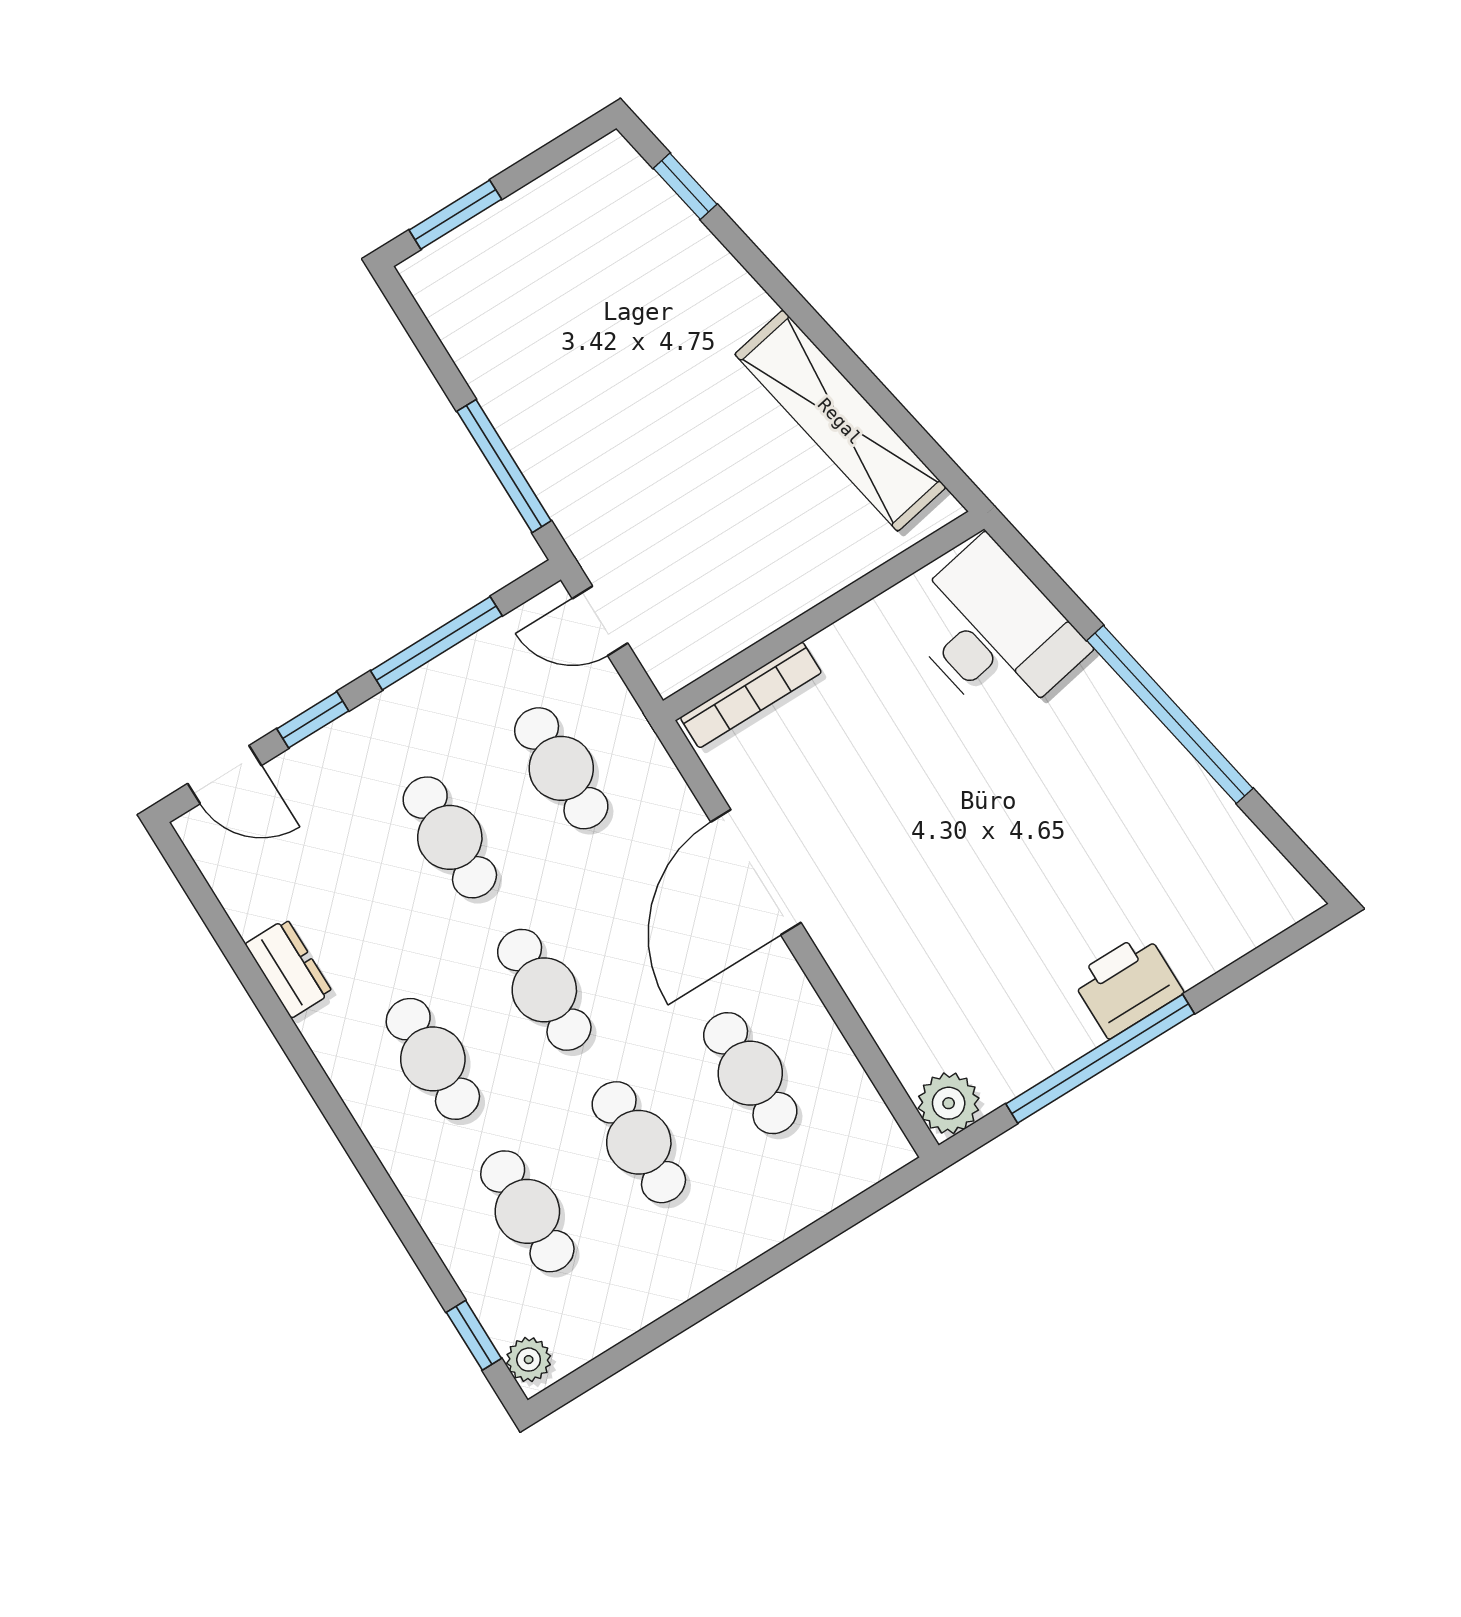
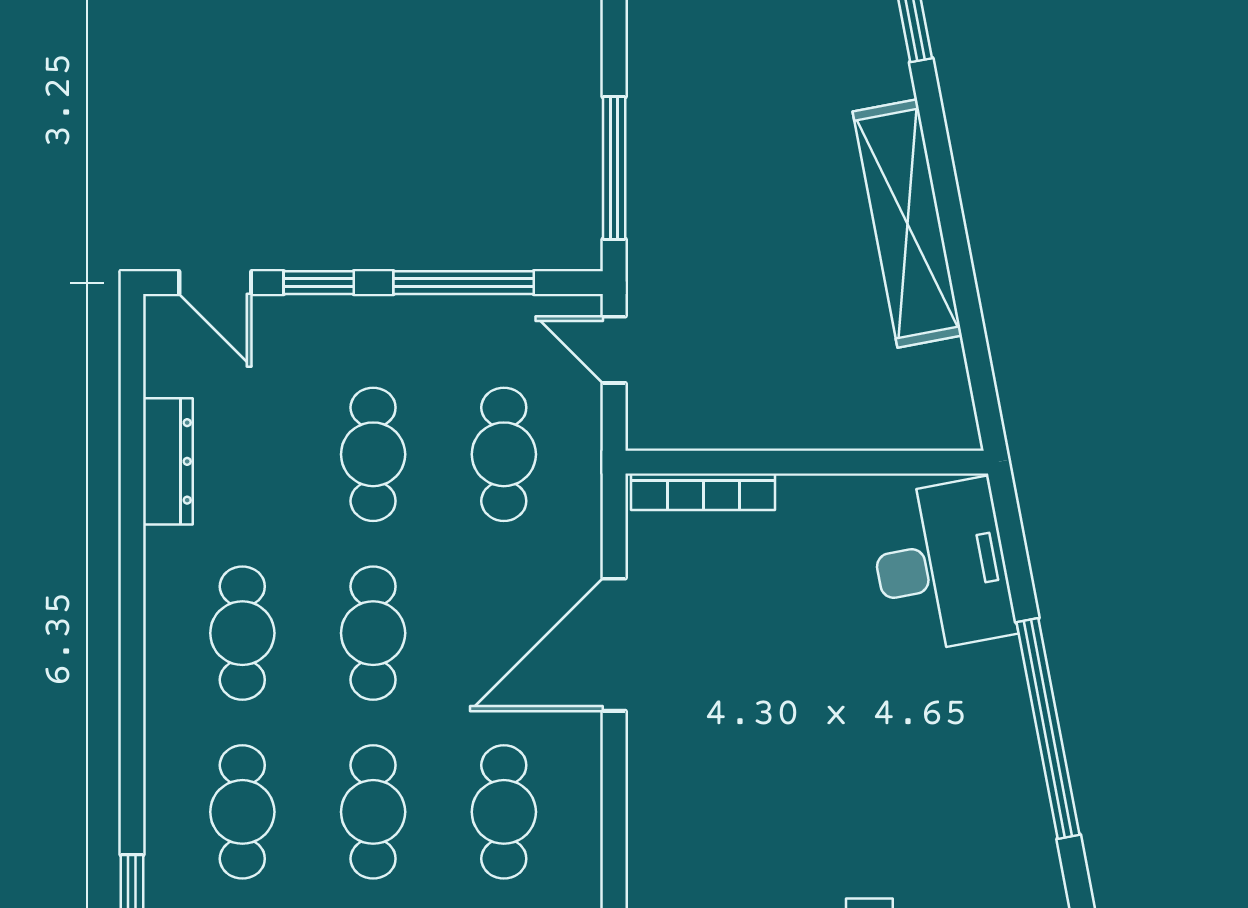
shelving: (840, 421) -> (907, 224), moved
dresser: (289, 968) -> (168, 461), width x1.44

